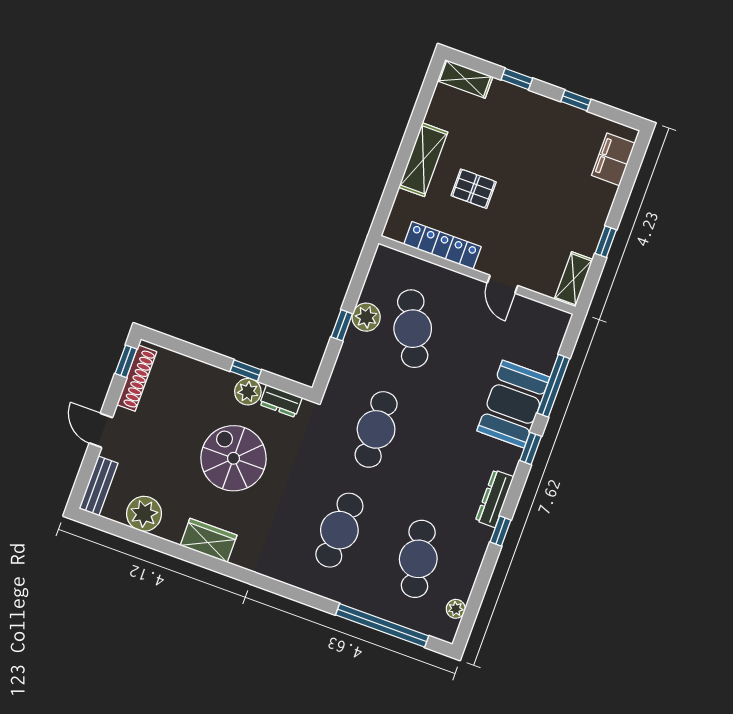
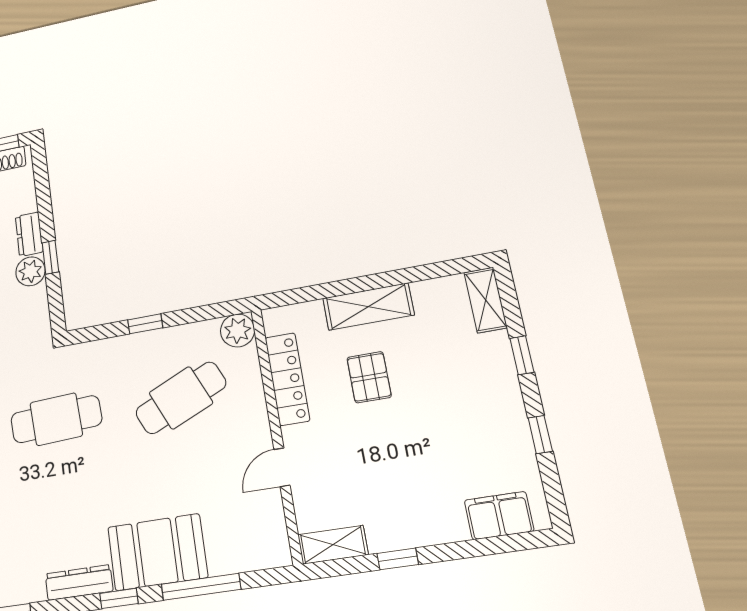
plant: (366, 317) -> (238, 331), moved
dresser: (281, 401) -> (29, 234), moved
dresser: (495, 499) -> (79, 582), moved

